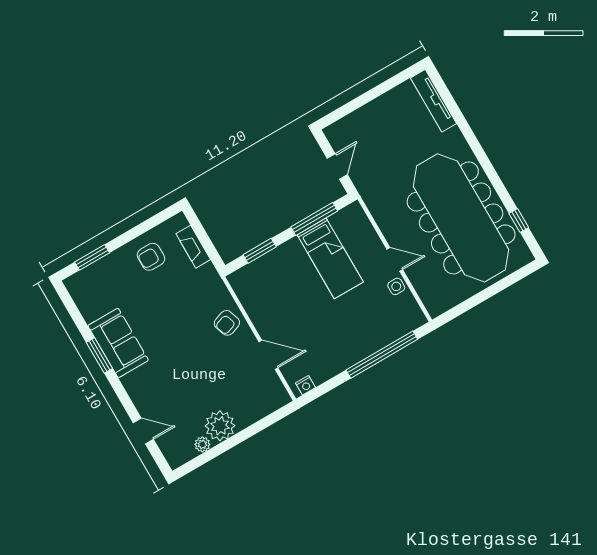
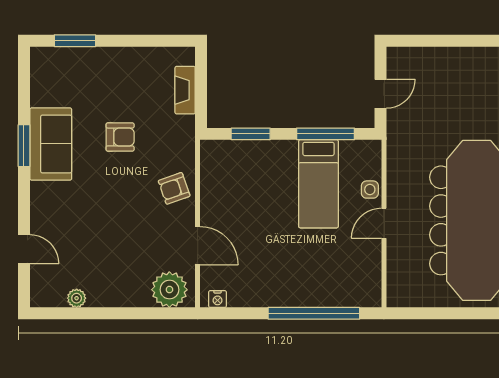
armchair: (151, 257) -> (120, 137), moved, turned 180
door: (395, 259) -> (384, 223), swing flipped
side table: (396, 286) -> (370, 190), moved
plant: (220, 426) -> (169, 290), moved

